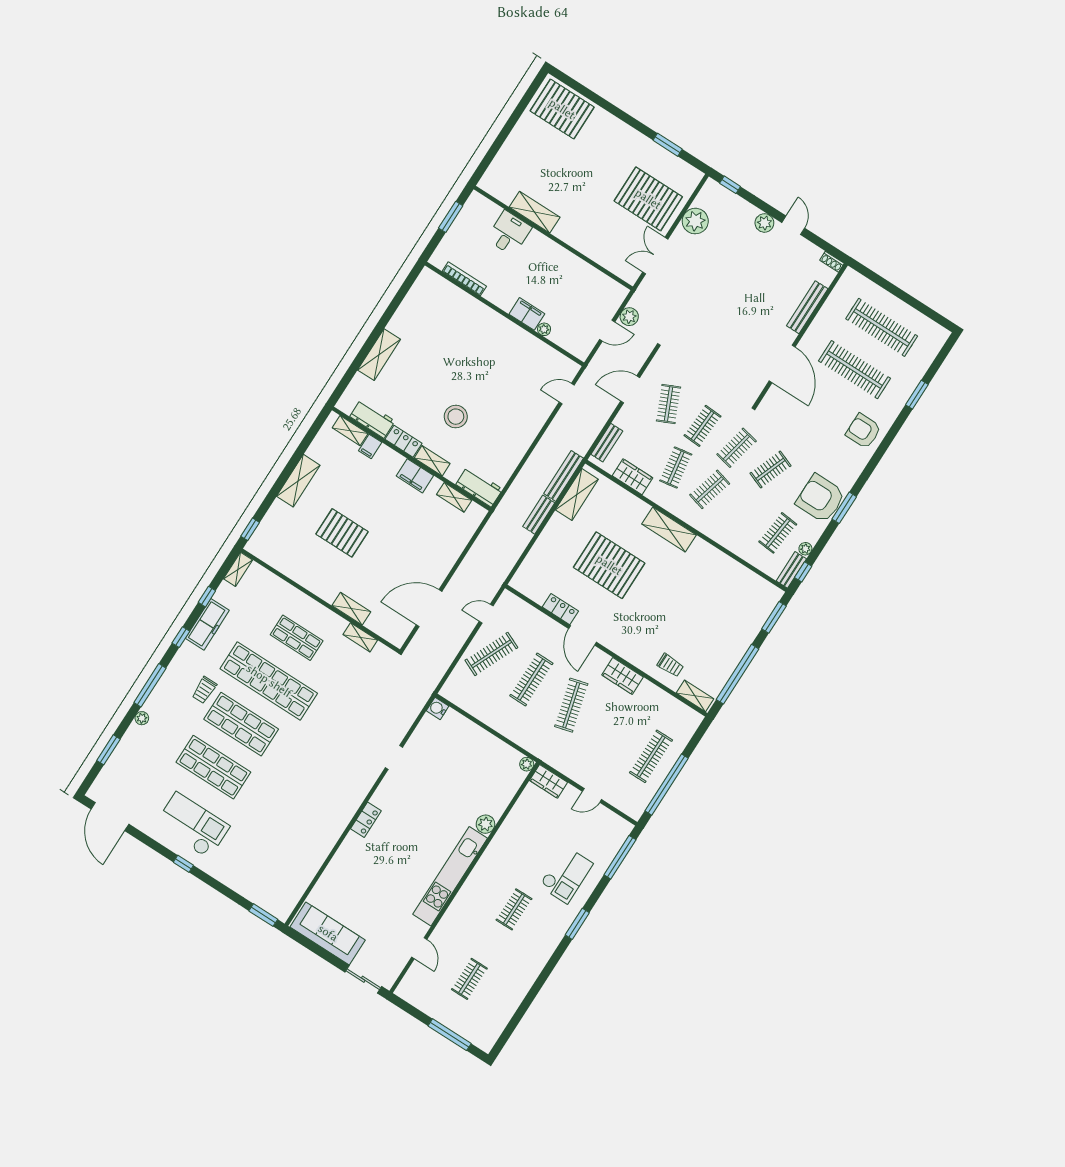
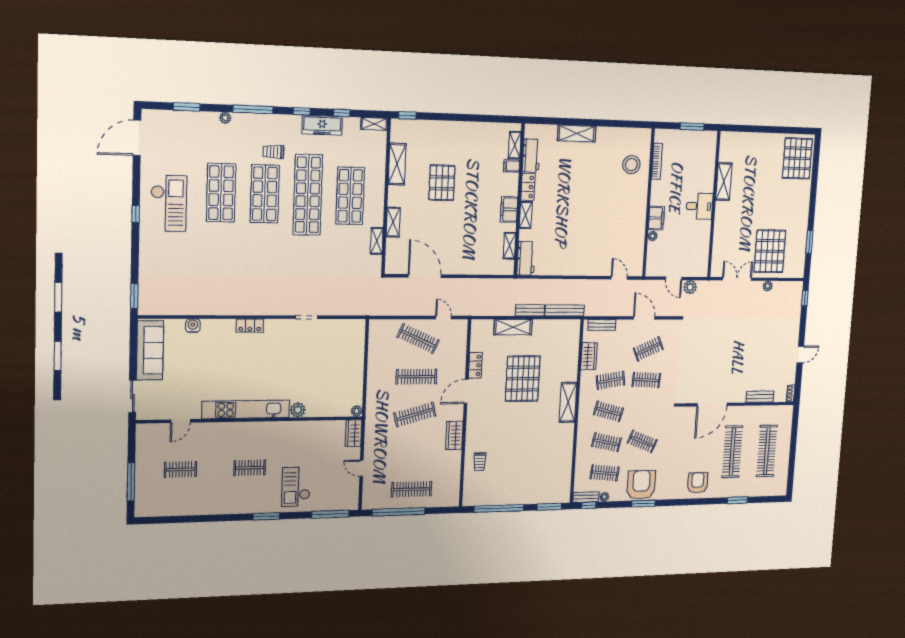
plant: (695, 221) -> (768, 286), width x0.53, depth x0.53
plant: (764, 223) -> (793, 336), removed
desk: (509, 233) -> (699, 206), moved
bench: (807, 307) -> (760, 397), width x0.73
stool: (456, 417) -> (631, 165), moved
clothes rail: (736, 448) -> (606, 442), moved
shelving: (298, 481) -> (397, 164), moved, turned 90
shelving: (577, 495) -> (513, 327), moved
shop shelf: (297, 638) -> (350, 196), width x1.43, depth x1.36
shelving: (695, 696) -> (469, 491), removed
water cooler: (438, 708) -> (193, 326), moved
checkout: (566, 875) -> (296, 487), turned 90

